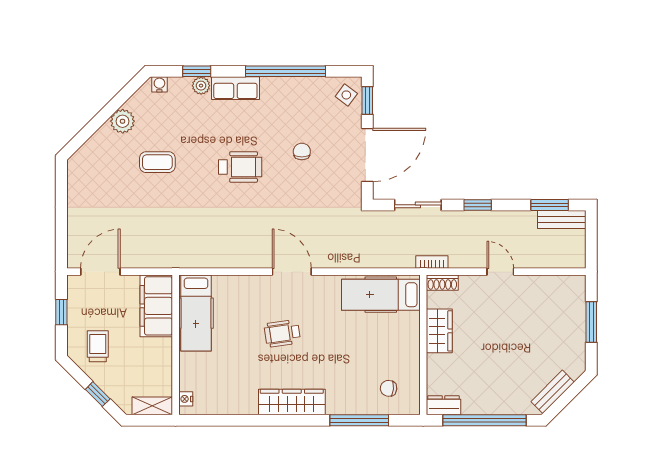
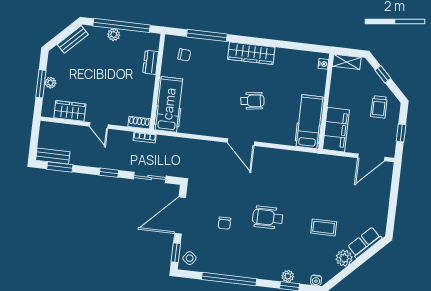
row of seats: (235, 88) -> (365, 242), moved, turned -45
hospital bed: (381, 295) -> (169, 104), moved, turned -90
plant: (578, 325) -> (50, 83), added
wardrobe: (439, 331) -> (70, 111), moved, turned 90
dresser: (444, 405) -> (151, 62), moved, turned 90
plant: (494, 406) -> (114, 35), added

